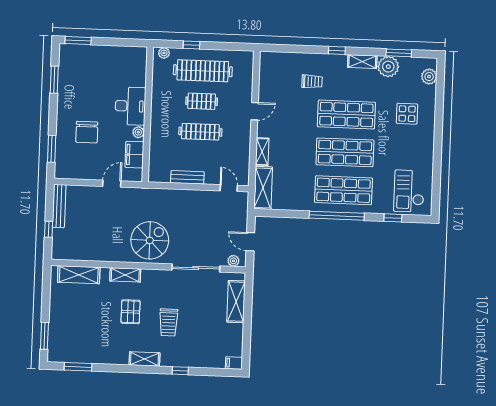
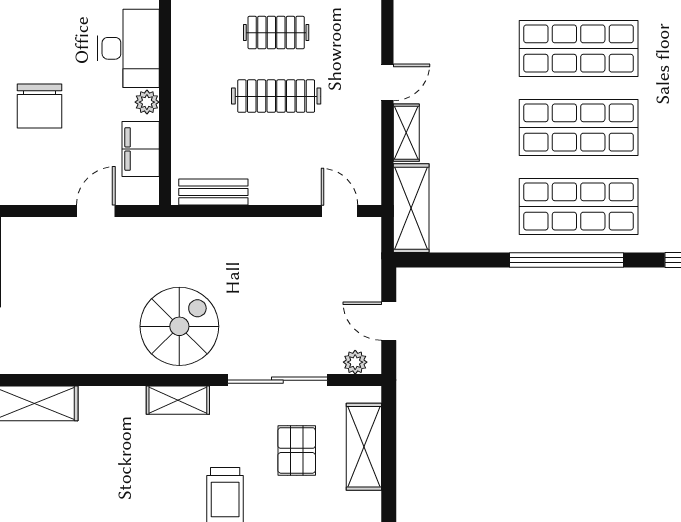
door: (255, 111) -> (387, 82), moved
bench: (187, 177) -> (213, 192), moved
shelving: (125, 275) -> (178, 400), moved
pallet: (131, 312) -> (297, 450), moved

